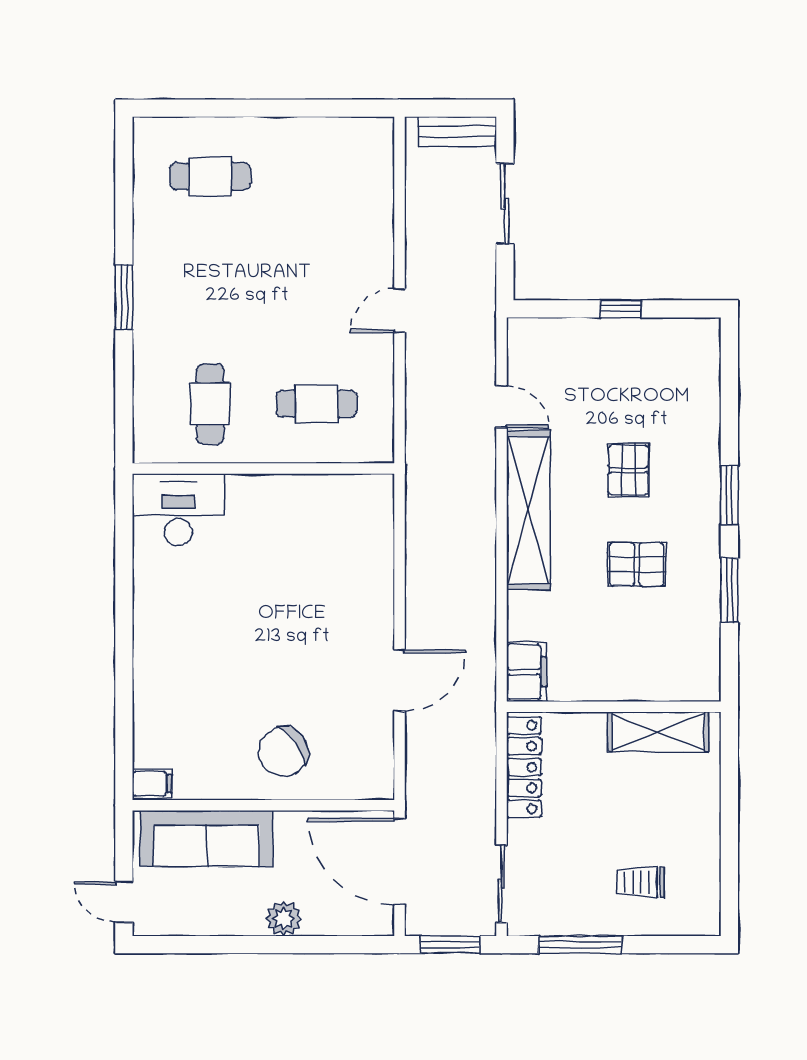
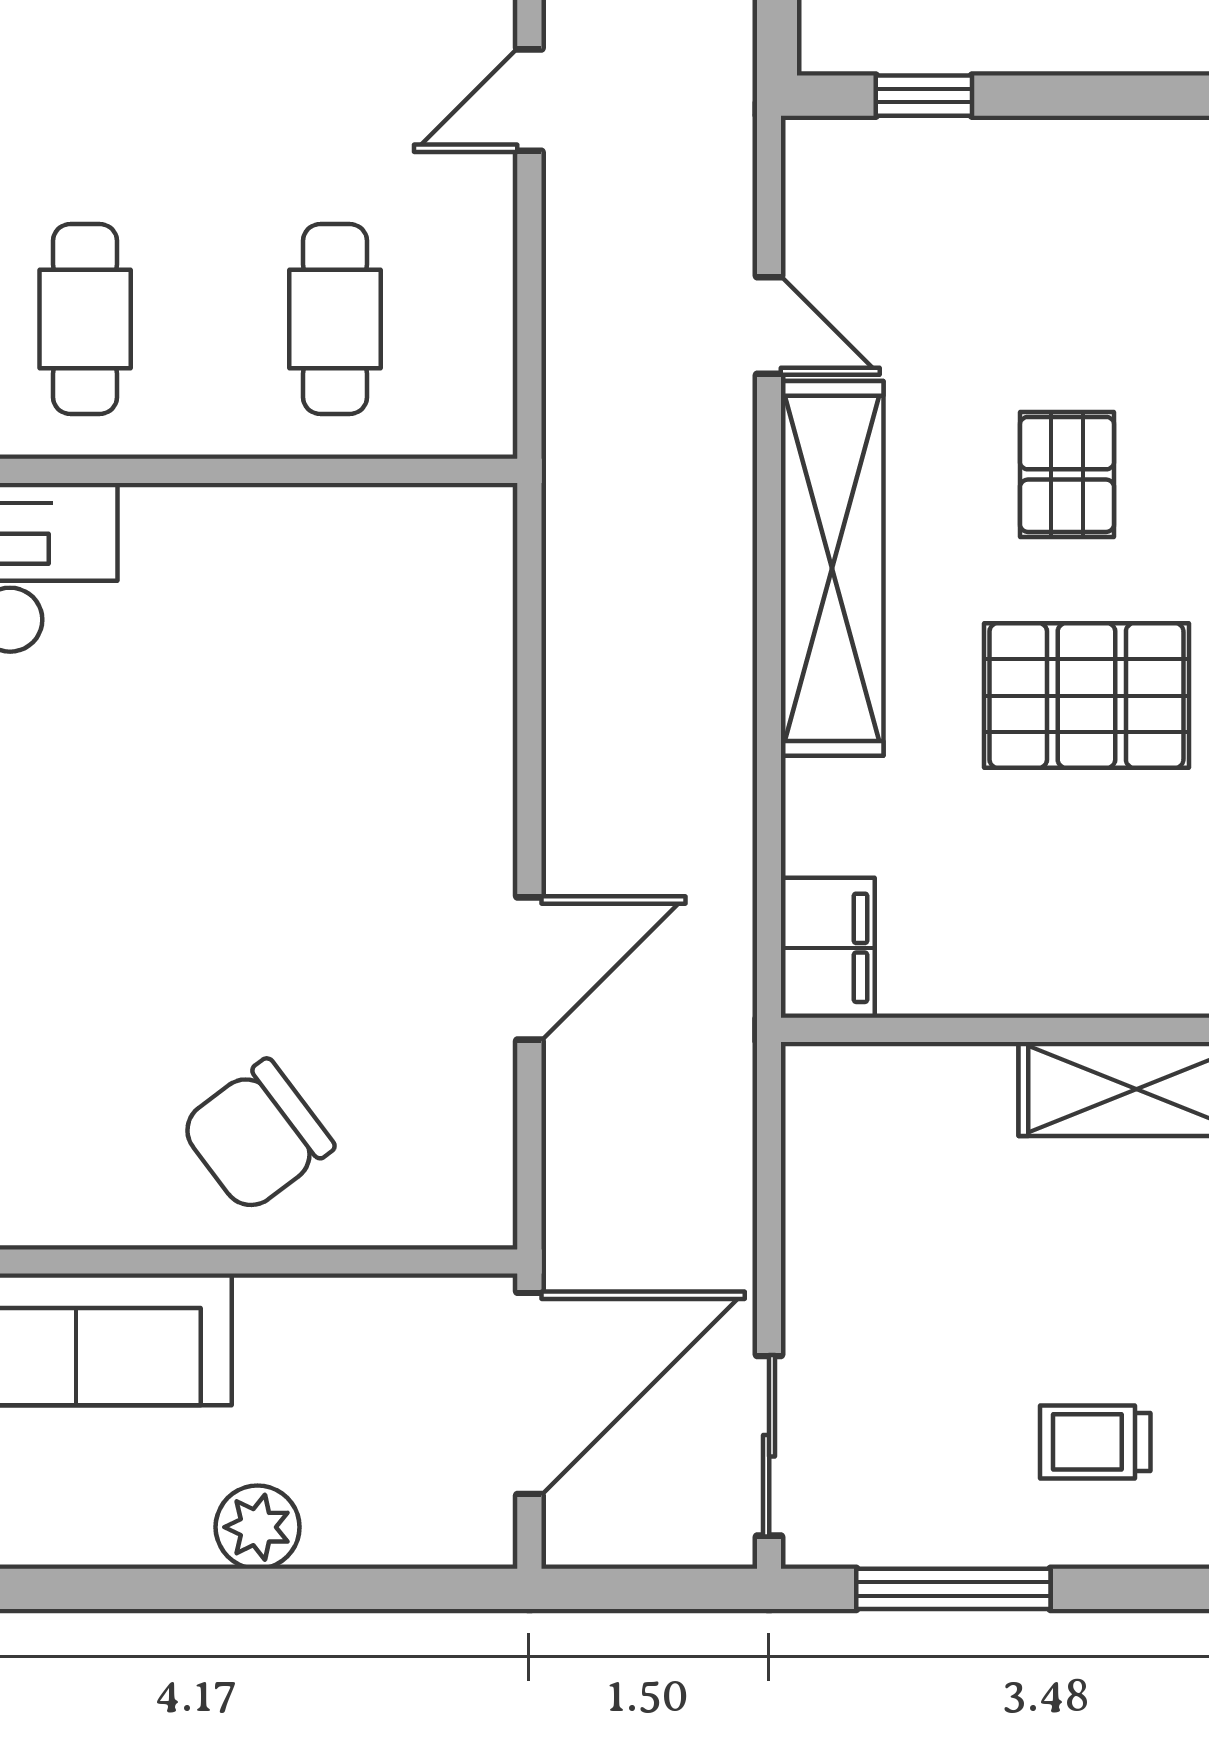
window: (621, 309) -> (924, 96), moved
cafe table: (317, 404) -> (335, 319), turned 90
pallet: (637, 564) -> (1086, 696), width x1.50, depth x1.42
locker: (524, 767) -> (822, 1172), removed
door: (399, 861) -> (529, 1393), swing flipped
window: (450, 945) -> (649, 1589), removed

